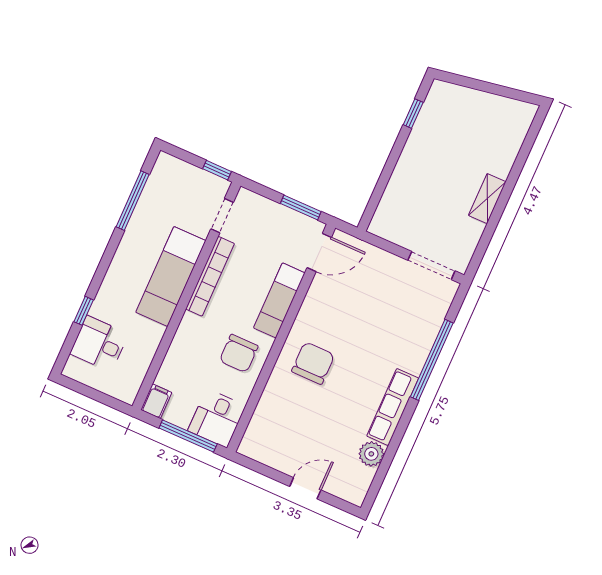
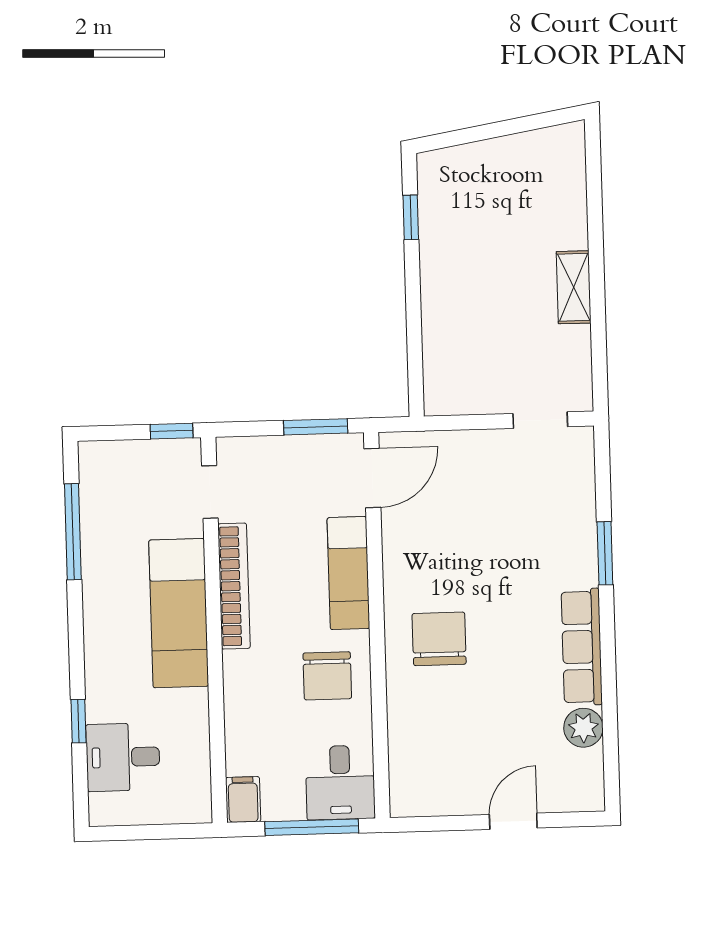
doorway: (431, 266) -> (540, 420), width x0.73
window: (432, 360) -> (605, 553), width x0.47

